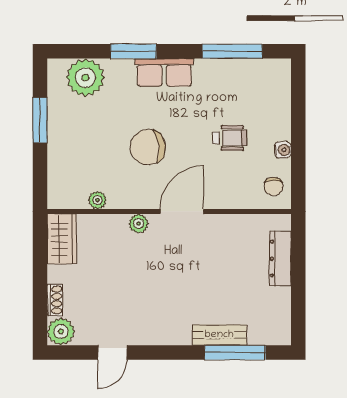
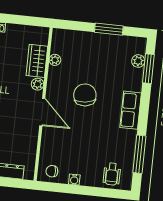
window: (133, 51) -> (148, 69), moved
plant: (85, 78) -> (138, 61), width x0.53, depth x0.53
wheelchair: (230, 138) -> (112, 174), moved
wardrobe: (62, 239) -> (37, 61), moved, turned 90

